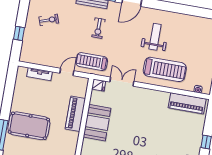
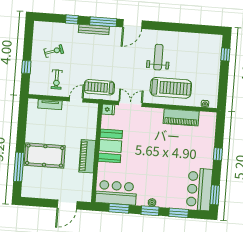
exercise bike: (98, 28) -> (57, 79), moved
piano: (187, 103) -> (181, 117), moved
piano: (75, 114) -> (87, 156), moved

